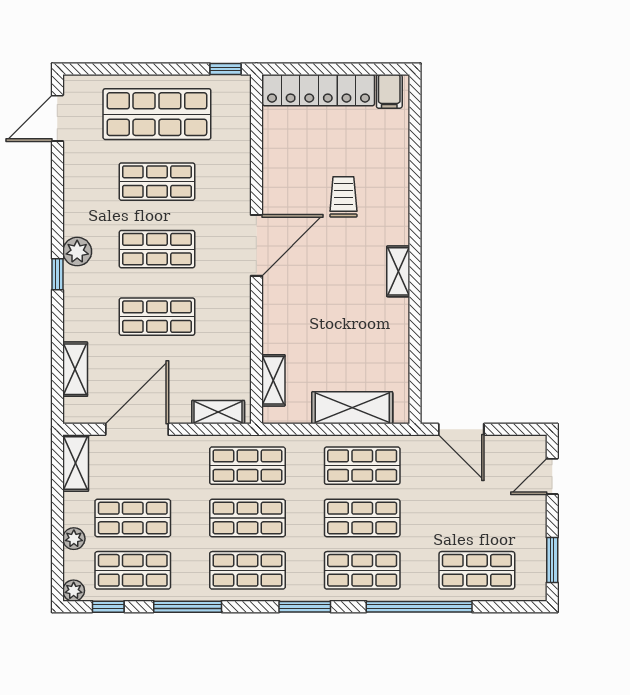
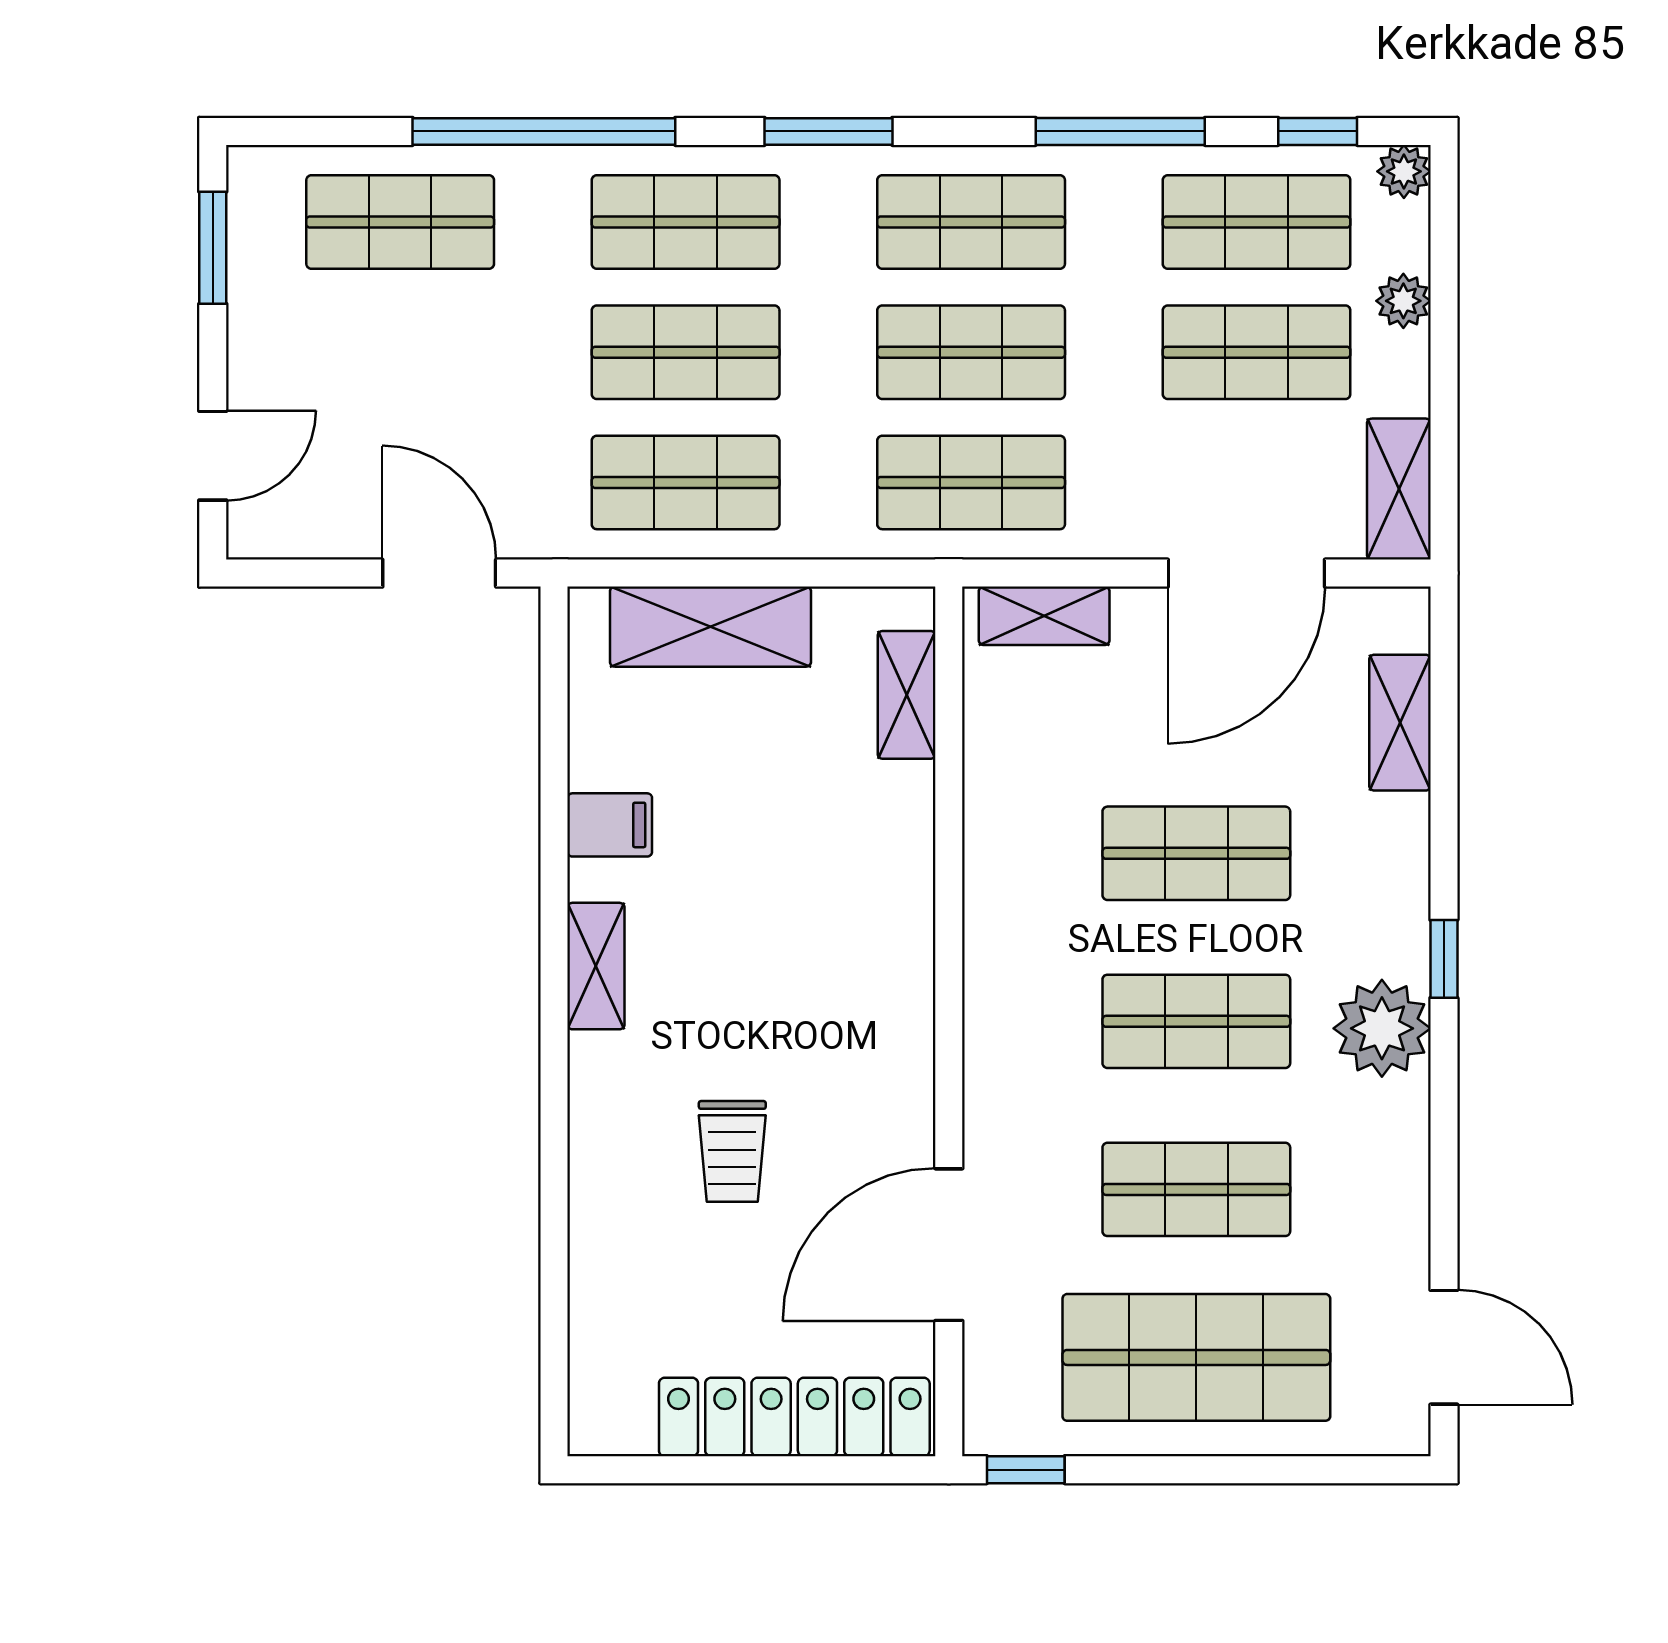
filing cabinet: (389, 91) -> (610, 825), moved, turned 90
door: (57, 118) -> (1444, 1347), hinge flipped
door: (256, 245) -> (949, 1245), moved
plant: (77, 252) -> (1382, 1028), width x1.36, depth x1.36

